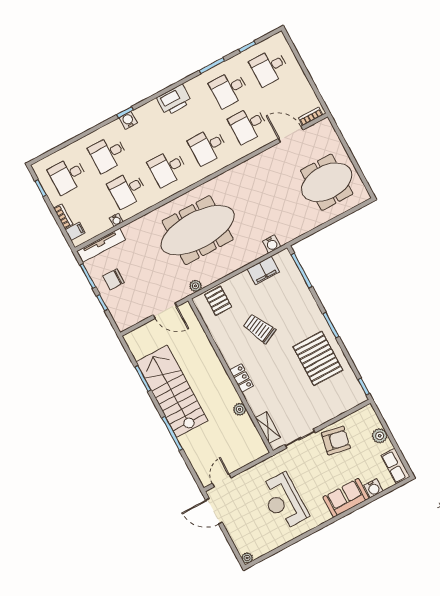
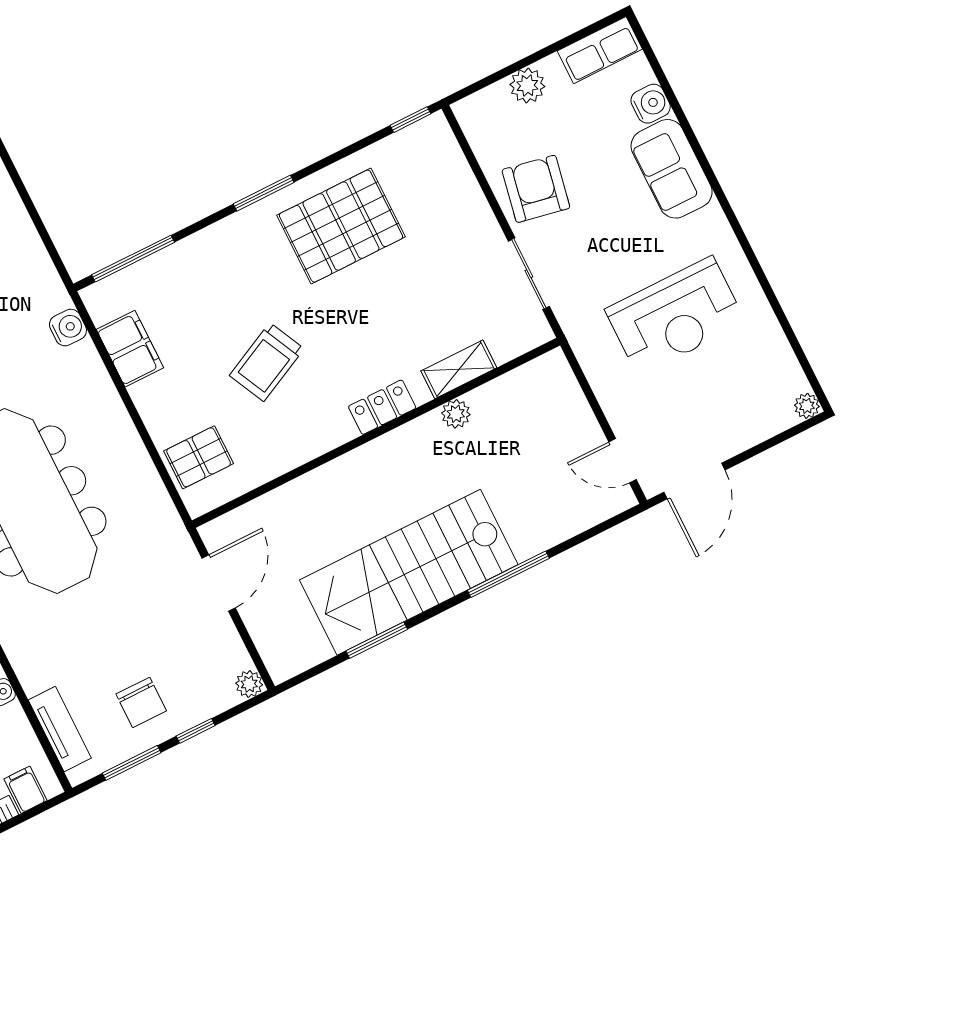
tv unit: (101, 245) -> (60, 729), width x0.71
plant: (196, 286) -> (249, 684), moved
shelving: (268, 427) -> (459, 369), moved

